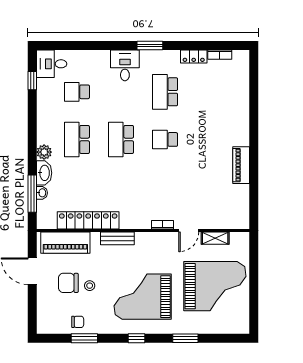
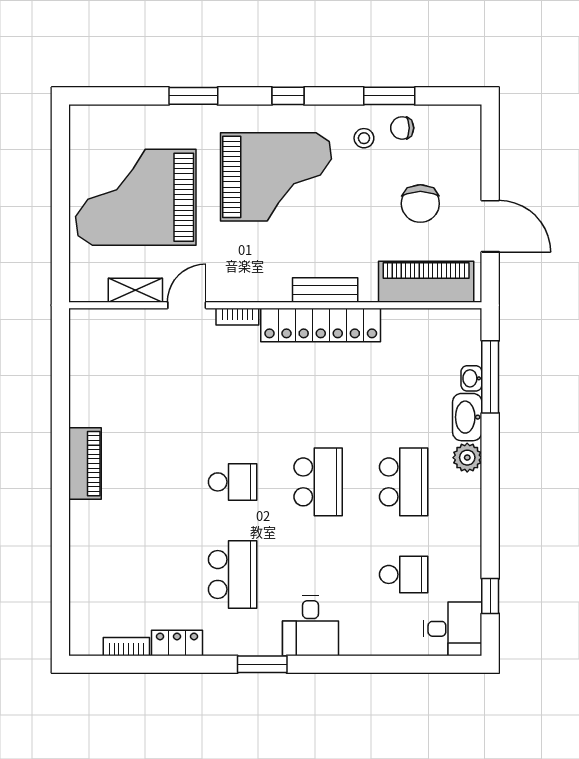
piano: (241, 165) -> (85, 464), moved
locker: (88, 220) -> (321, 325), moved
chair: (68, 283) -> (420, 204), turned 90
stool: (90, 286) -> (364, 138), moved

